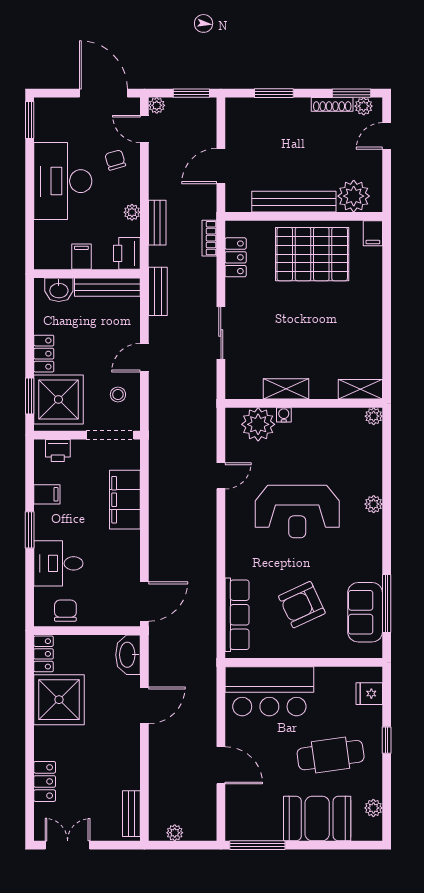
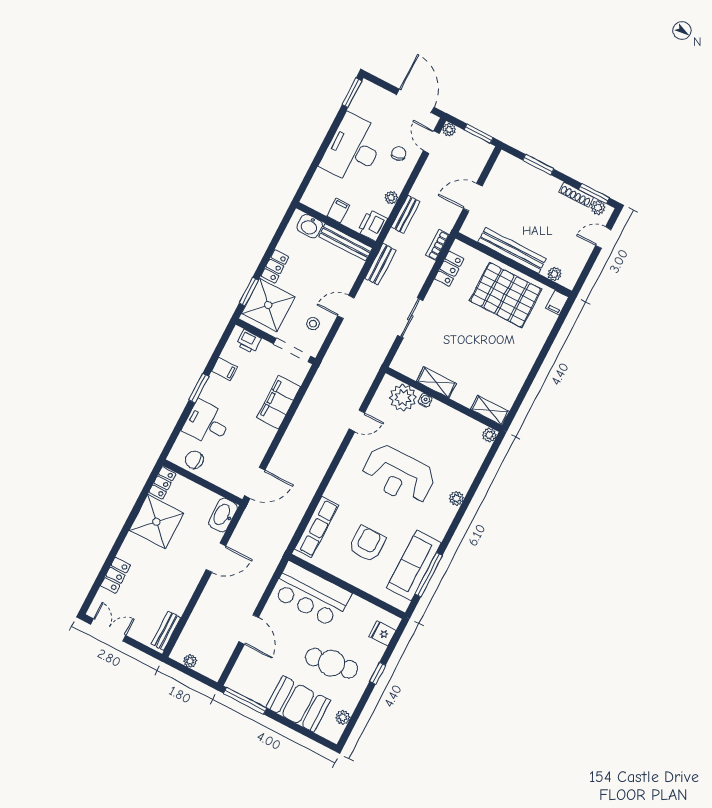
plant: (354, 196) -> (554, 274), width x0.53, depth x0.53
armchair: (302, 605) -> (367, 544), turned 115
chair: (65, 611) -> (194, 460), turned -90
sofa: (365, 612) -> (414, 565), width x1.36

